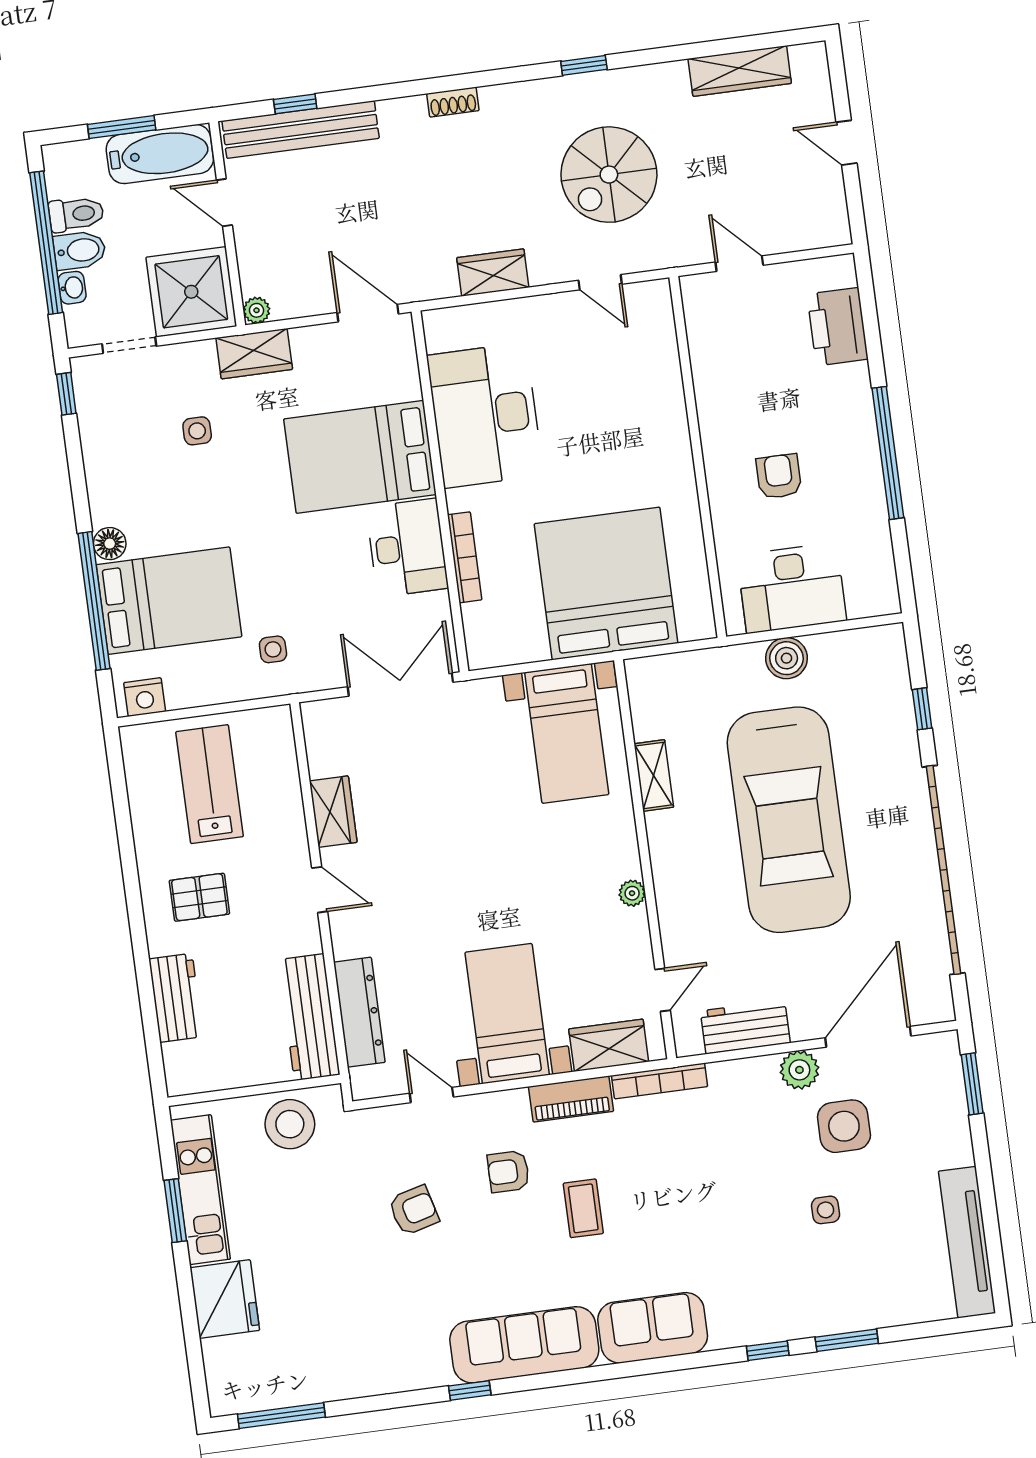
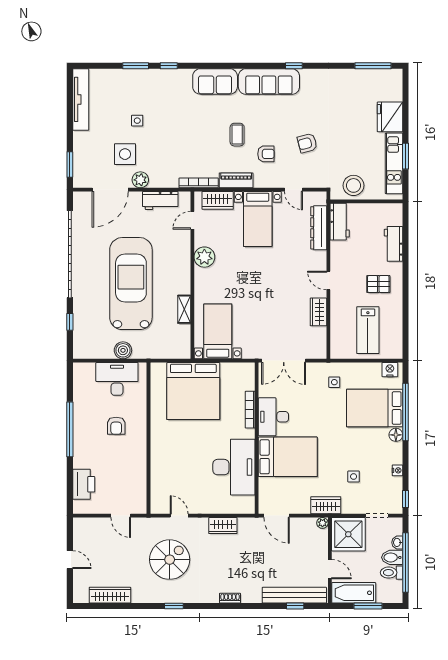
nightstand: (95, 459) -> (397, 470), added
plant: (632, 893) -> (204, 257), width x1.87, depth x1.87
workbench: (309, 1017) -> (340, 222), width x0.73

